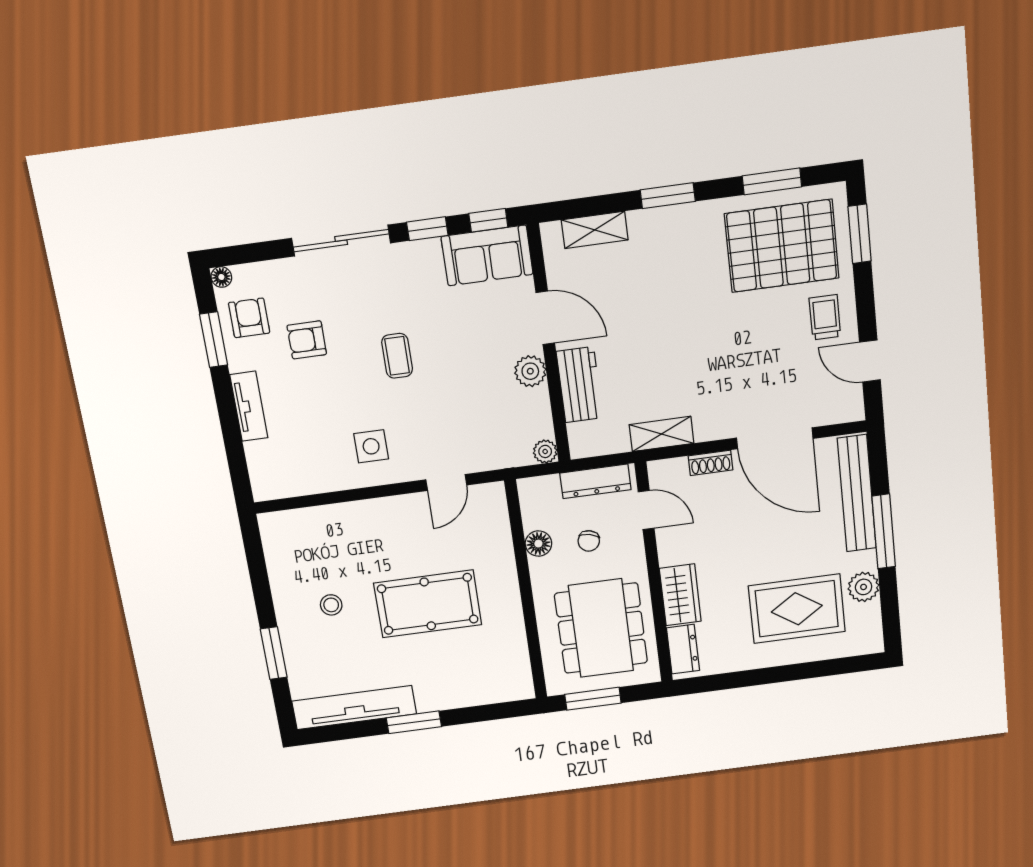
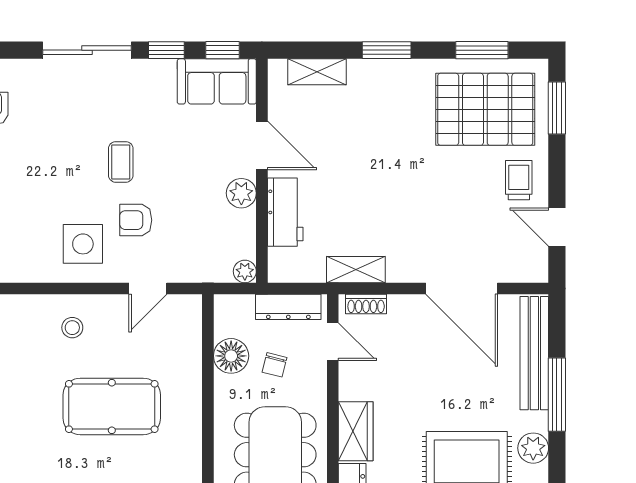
armchair: (307, 340) -> (136, 220), moved
side table: (371, 446) -> (83, 244), width x1.37, depth x1.37
shoe rack: (710, 463) -> (366, 304), moved
floor lamp: (538, 544) -> (231, 356), width x1.38, depth x1.38
stool: (331, 605) -> (72, 328), moved

